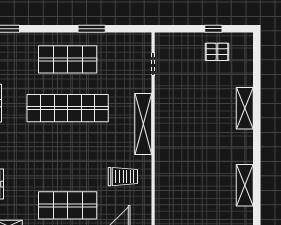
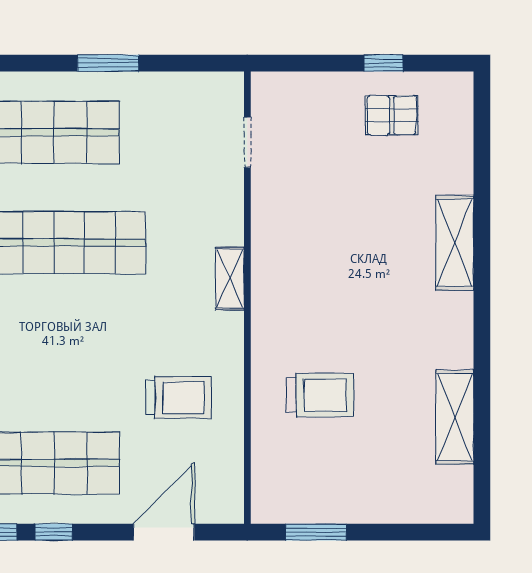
shelving: (143, 124) -> (230, 279), width x0.45, depth x0.75
trolley: (185, 175) -> (320, 395), added

